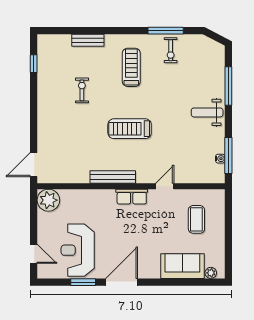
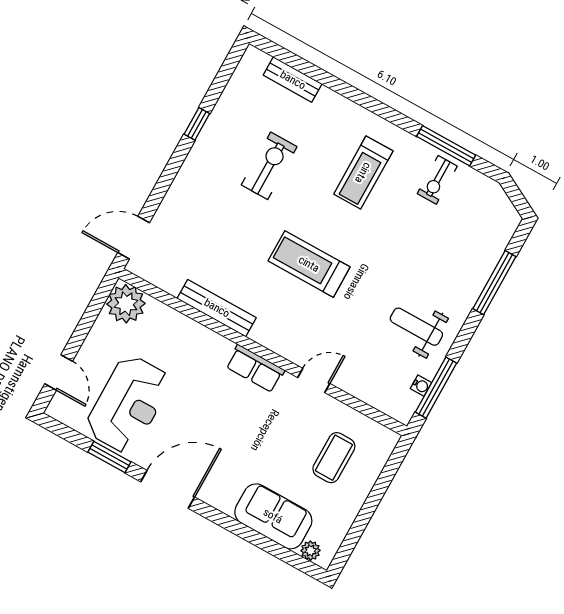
bench: (88, 40) -> (293, 80), moved
window: (34, 64) -> (197, 124), moved
treadmill: (131, 67) -> (363, 173), turned 180
exercise bike: (82, 90) -> (269, 166), width x1.38, depth x1.39
weight bench: (207, 112) -> (416, 327), moved
bench: (113, 177) -> (217, 308), moved
reception desk: (78, 250) -> (128, 404), turned 180

